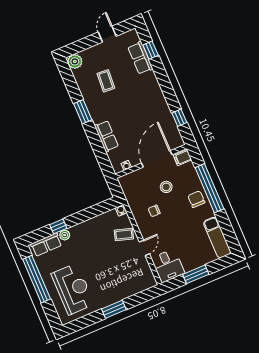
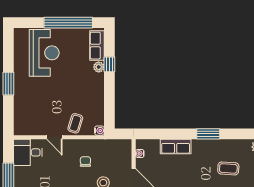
reception desk: (73, 289) -> (44, 53), turned -90

